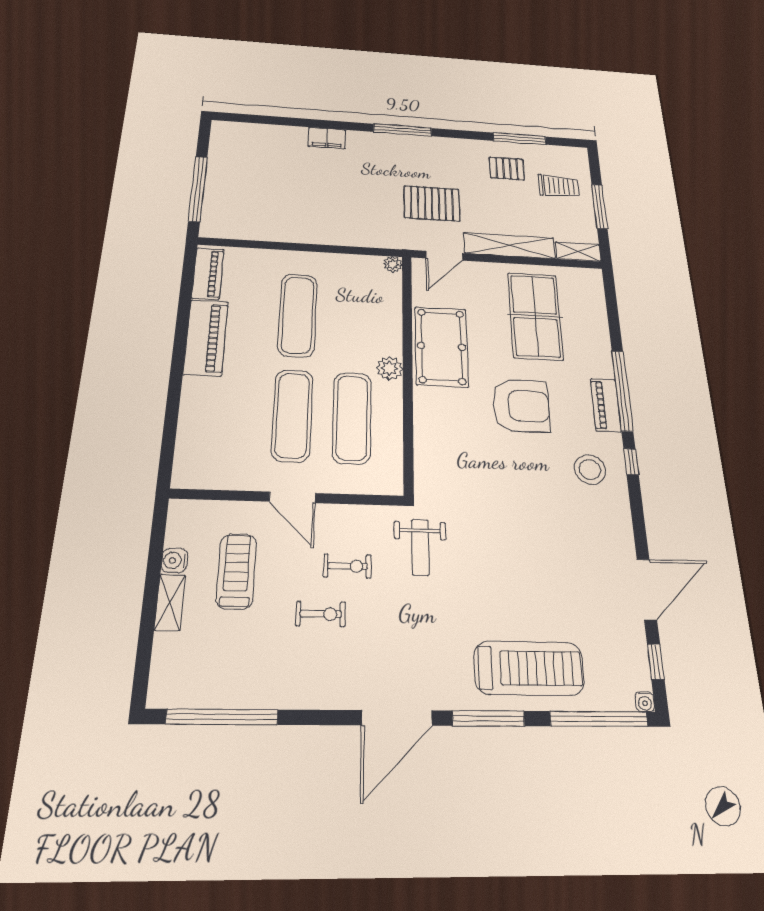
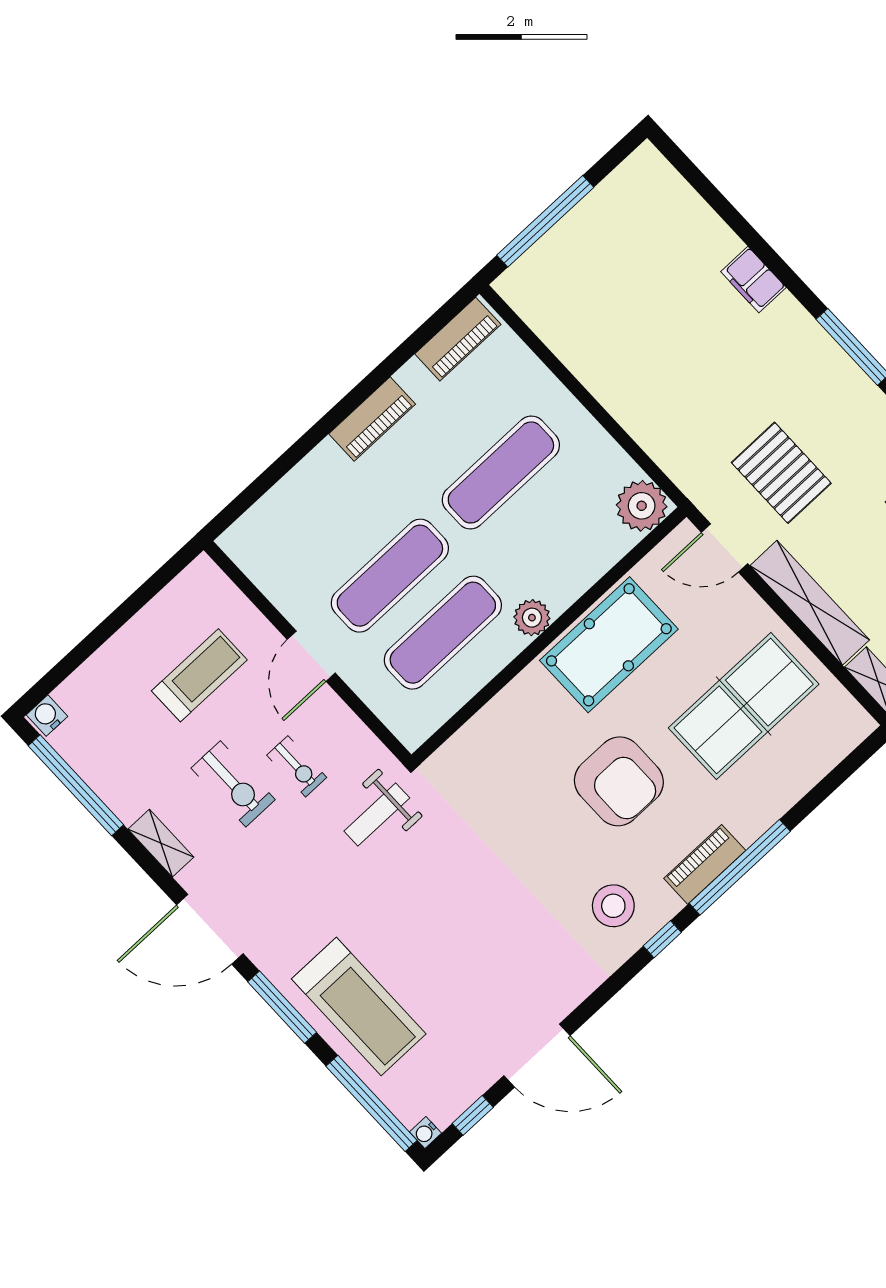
plant: (393, 264) -> (642, 506), width x1.88, depth x1.88
piano: (206, 338) -> (372, 419), width x0.73, depth x0.75
water cooler: (174, 560) -> (47, 716), moved
shelving: (170, 602) -> (161, 843), moved, turned 90
exercise bike: (321, 614) -> (233, 784), width x1.38, depth x1.39

